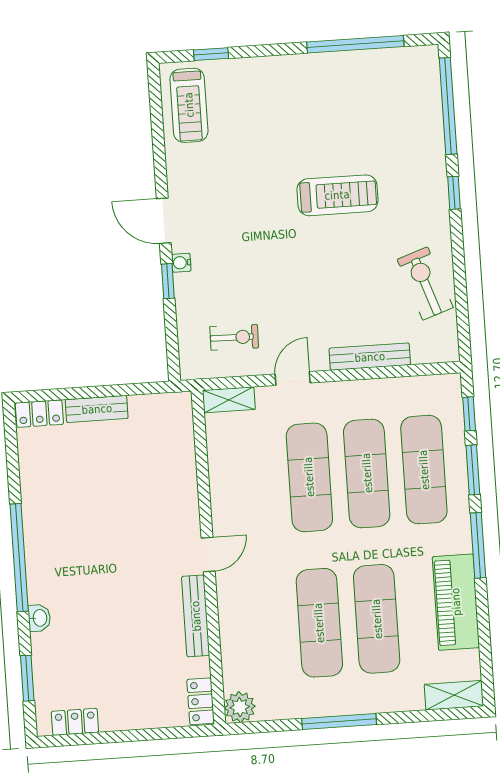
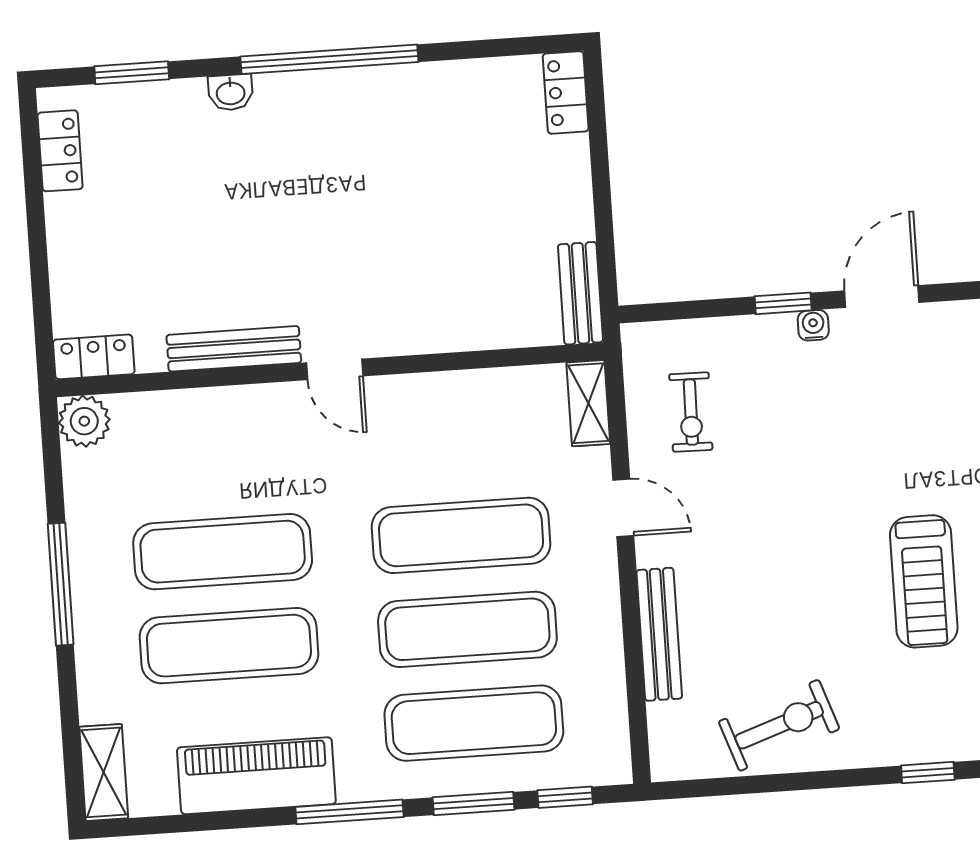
bench: (97, 409) -> (580, 293), moved

